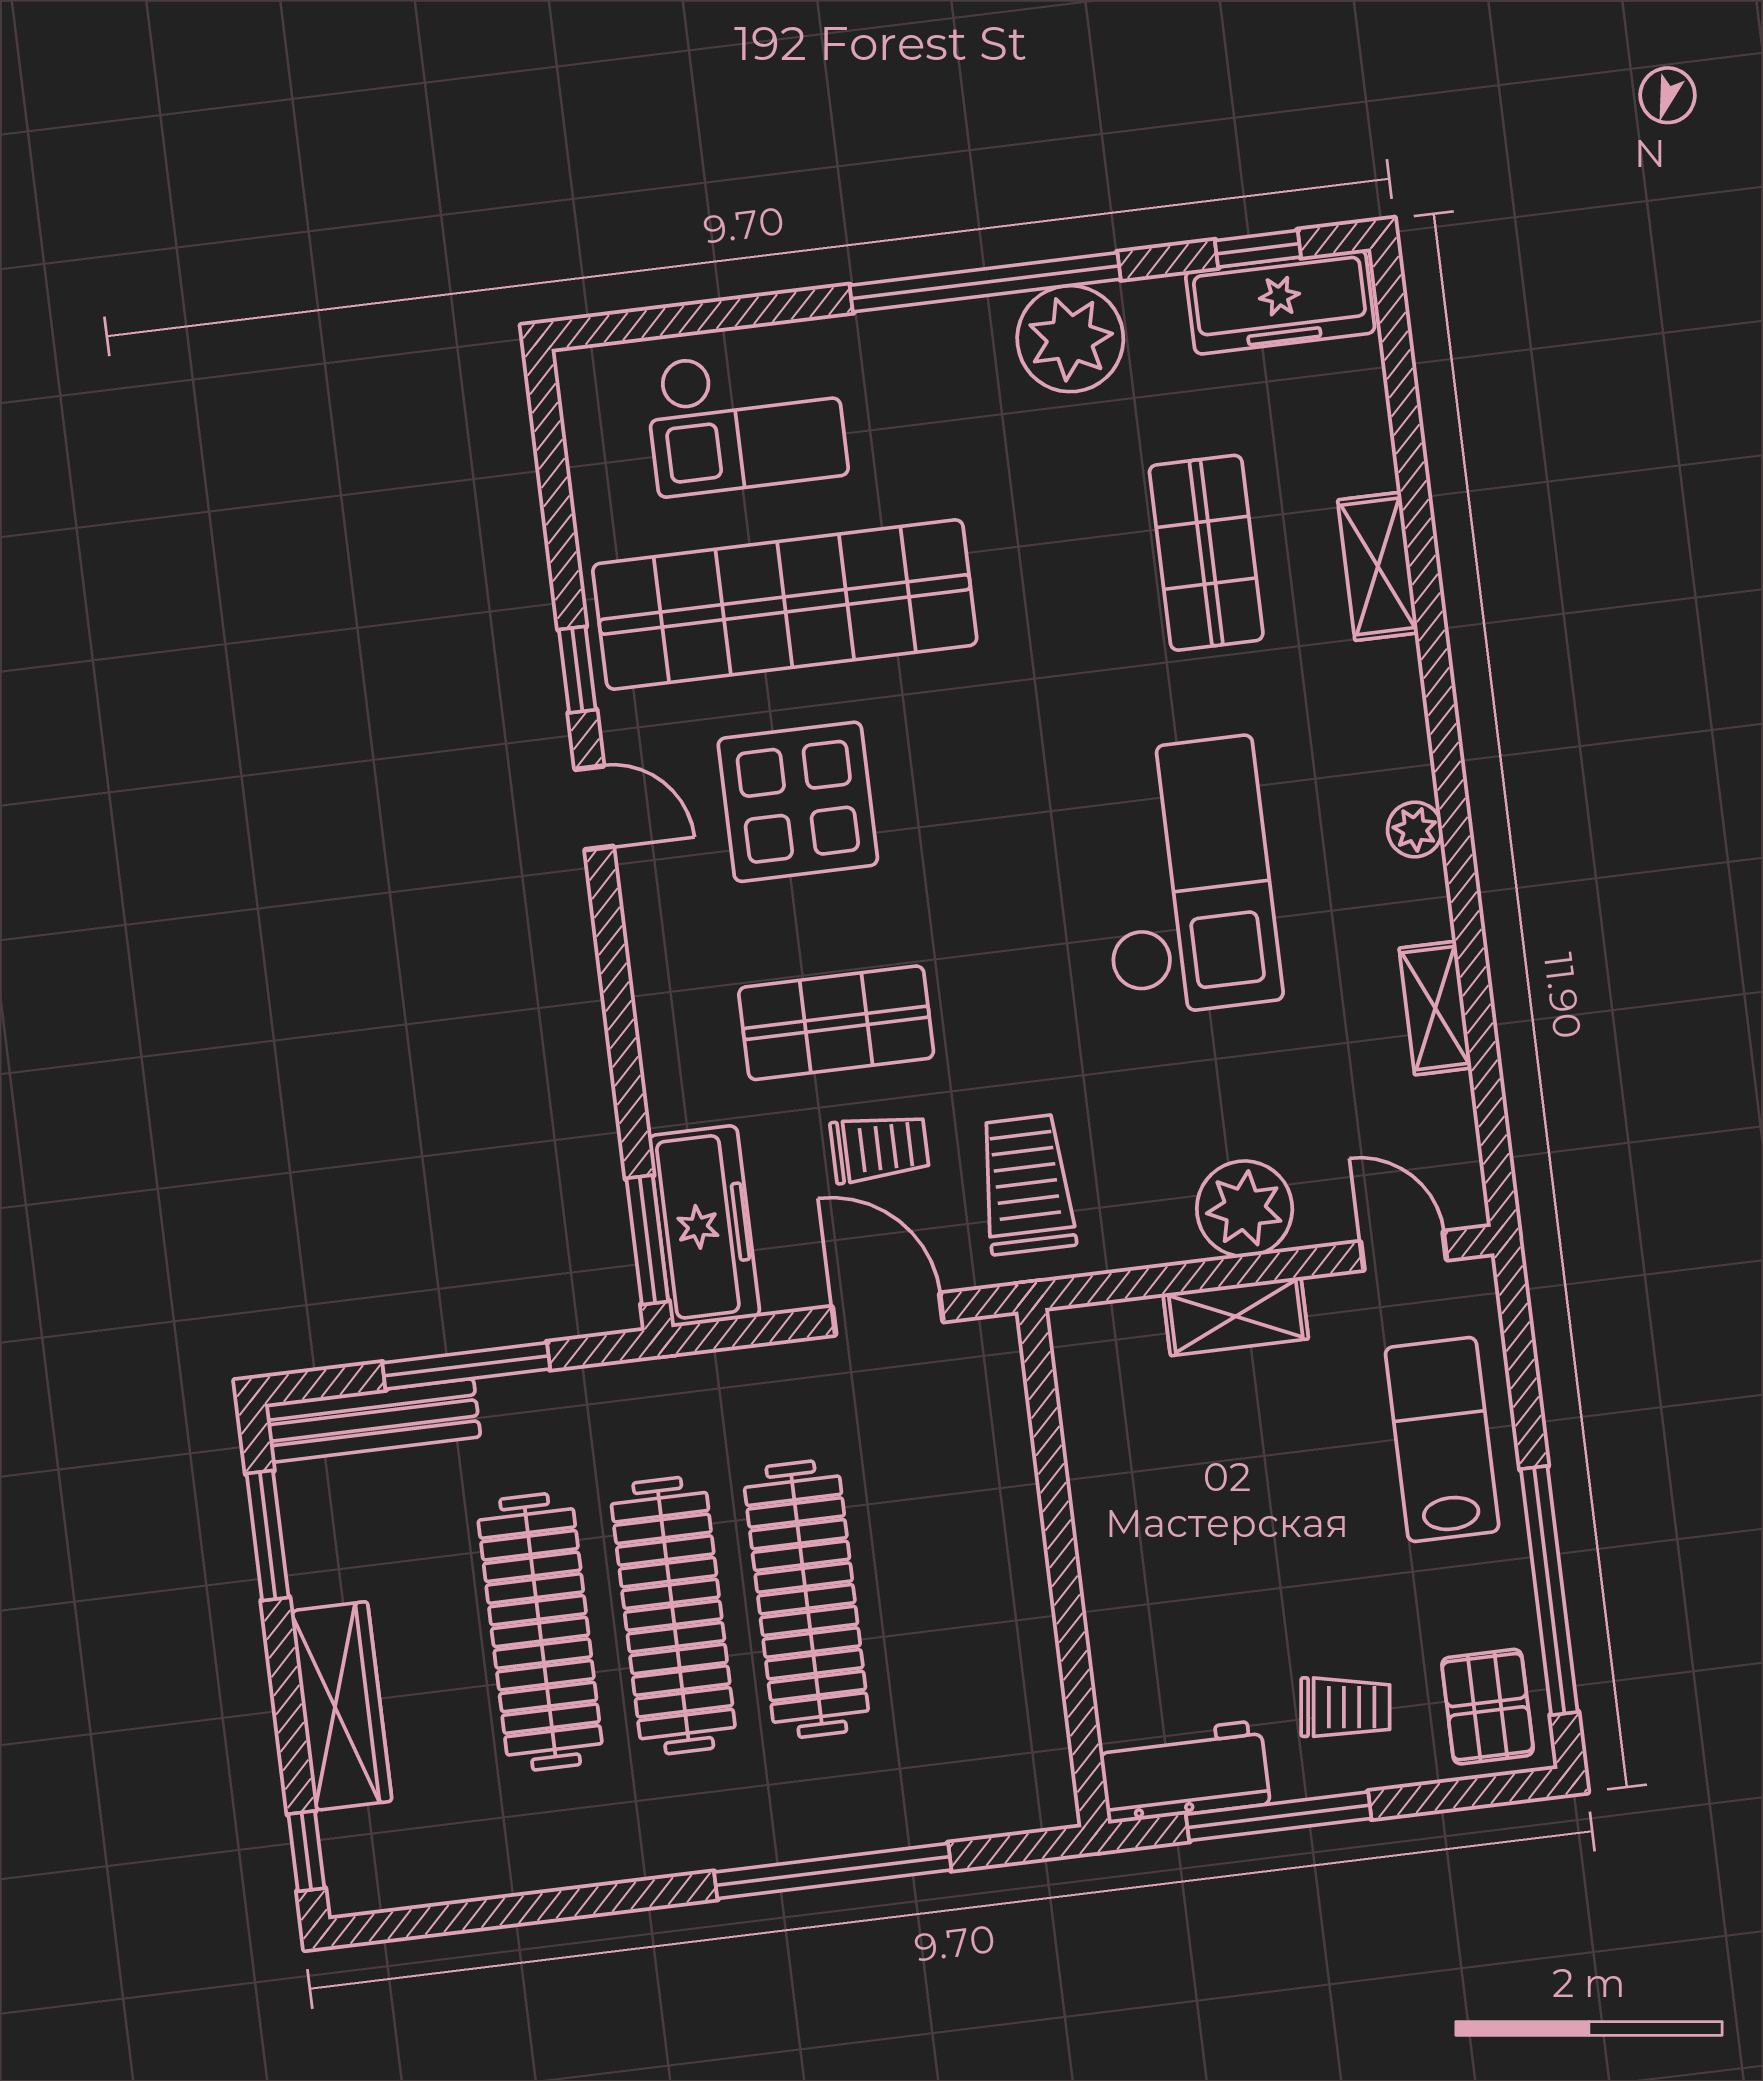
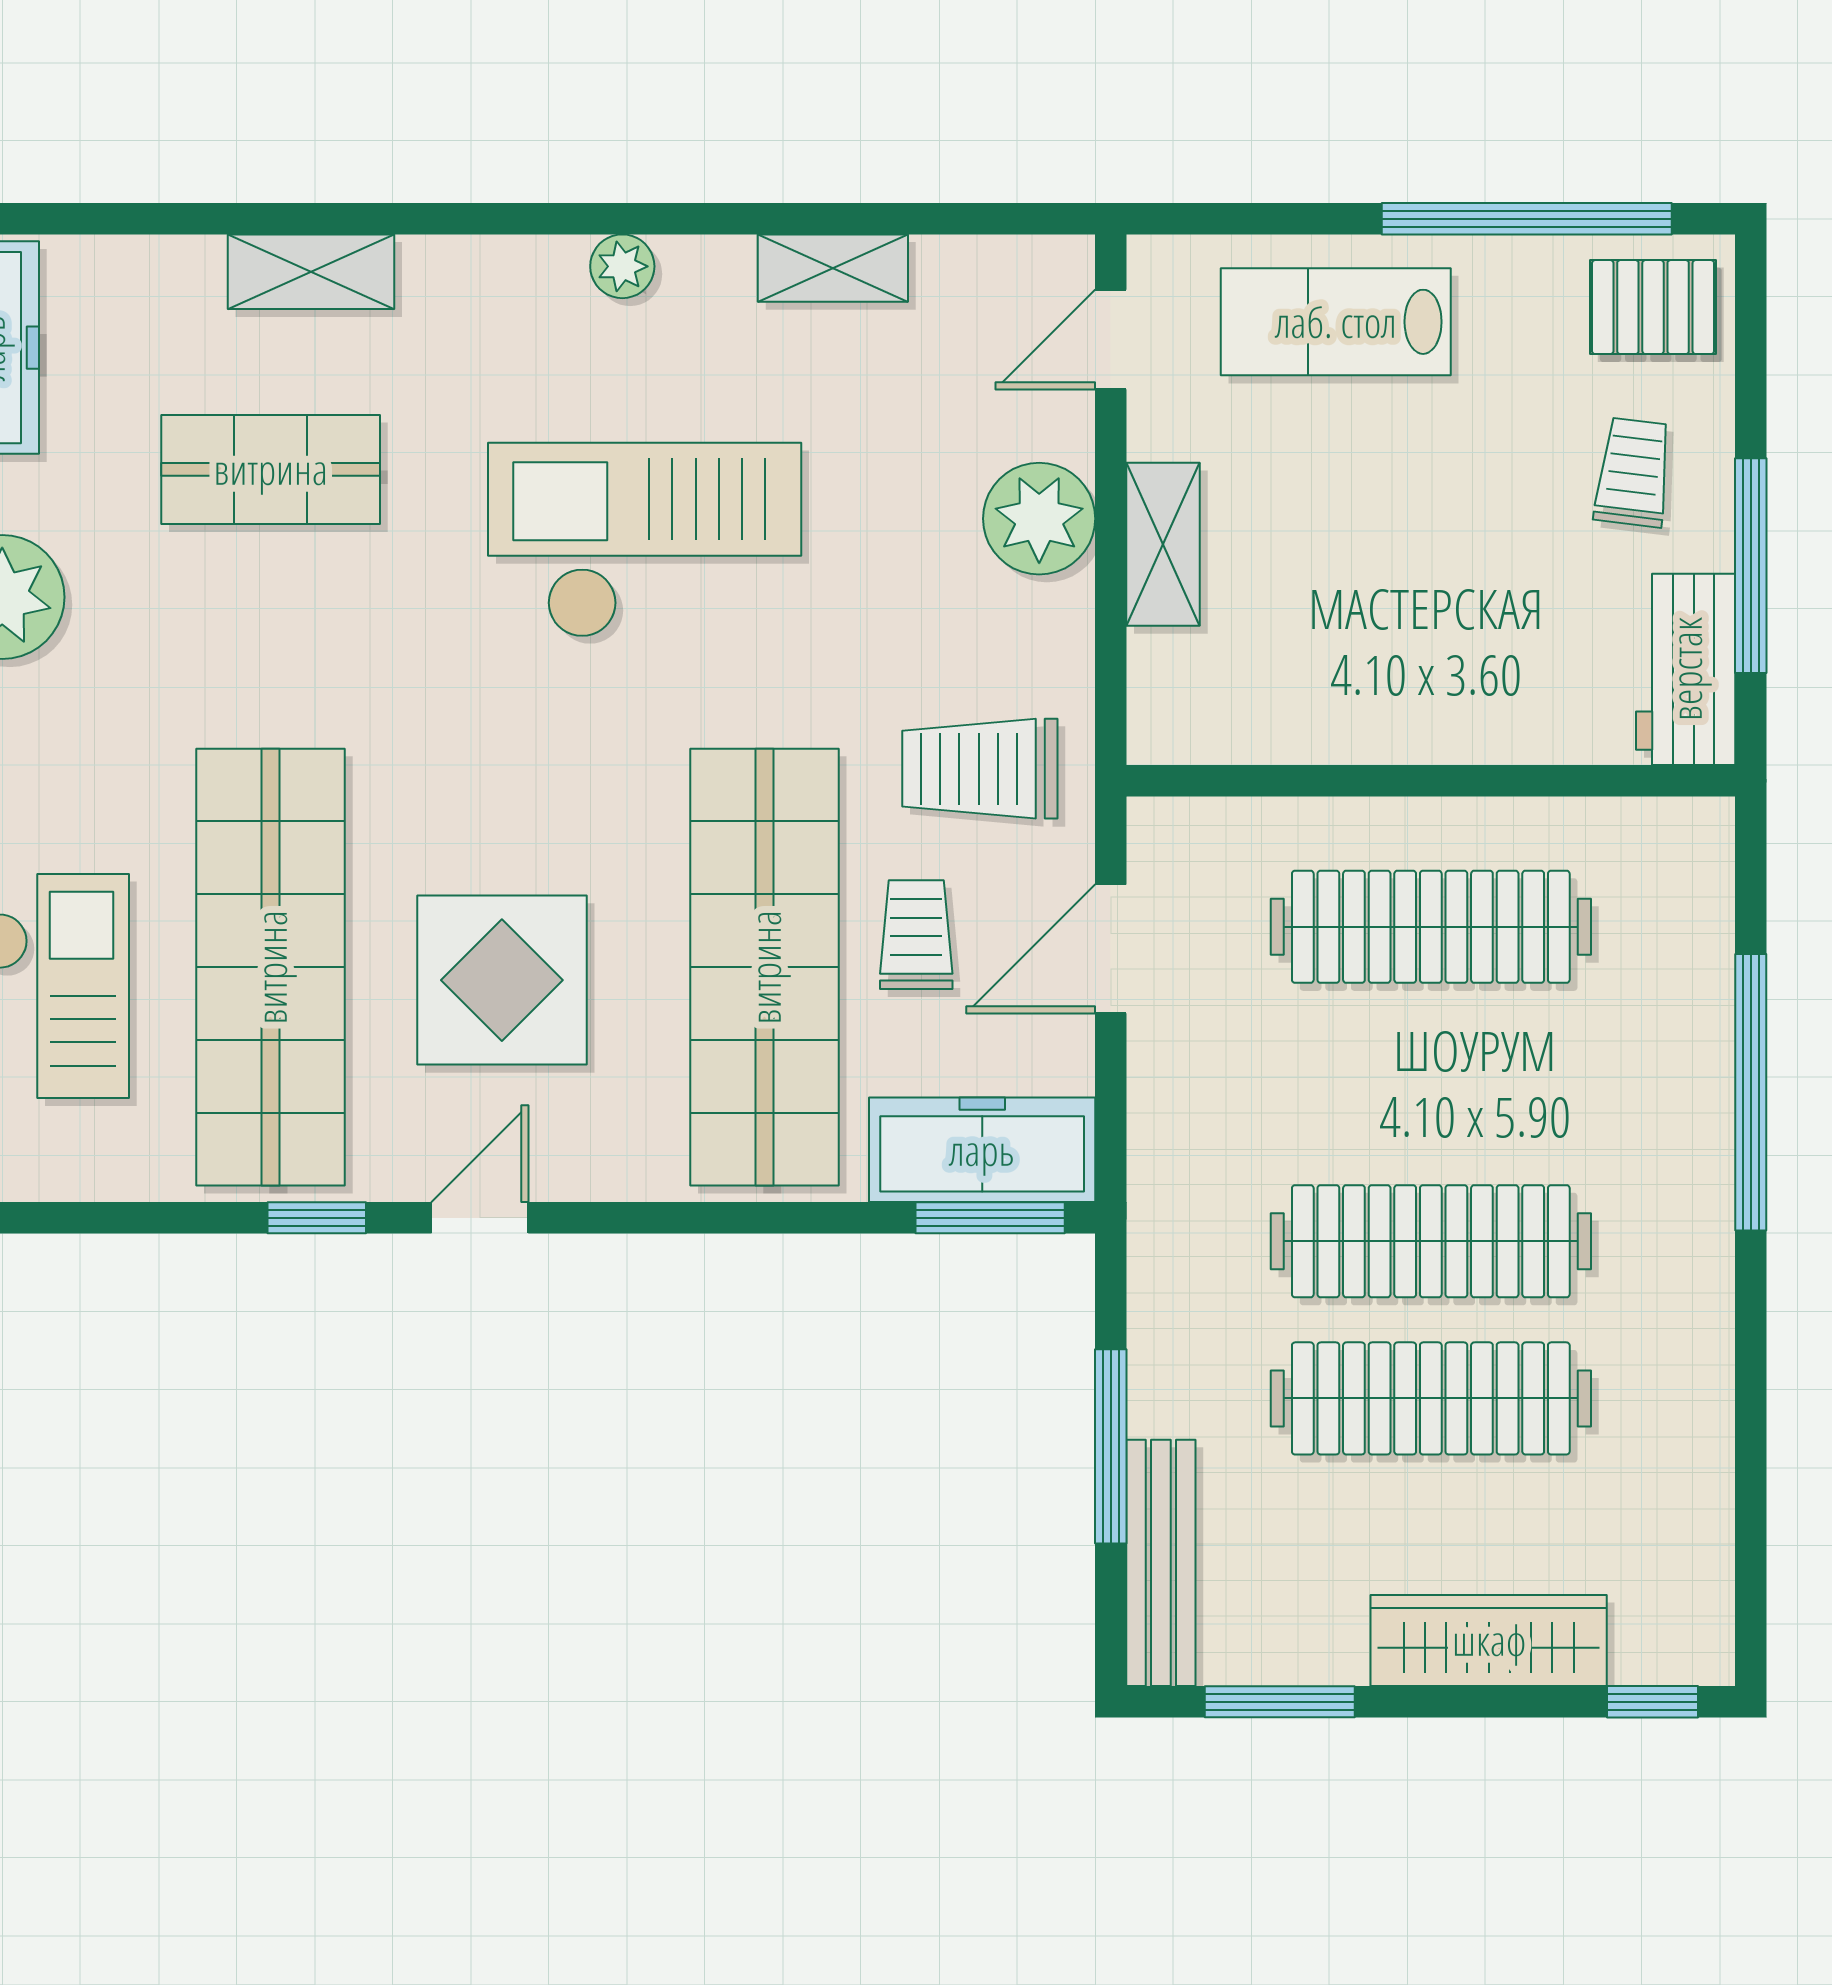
shop shelf: (836, 1023) -> (765, 967), width x2.00, depth x1.36
clothes rail: (806, 1599) -> (1431, 927), moved

